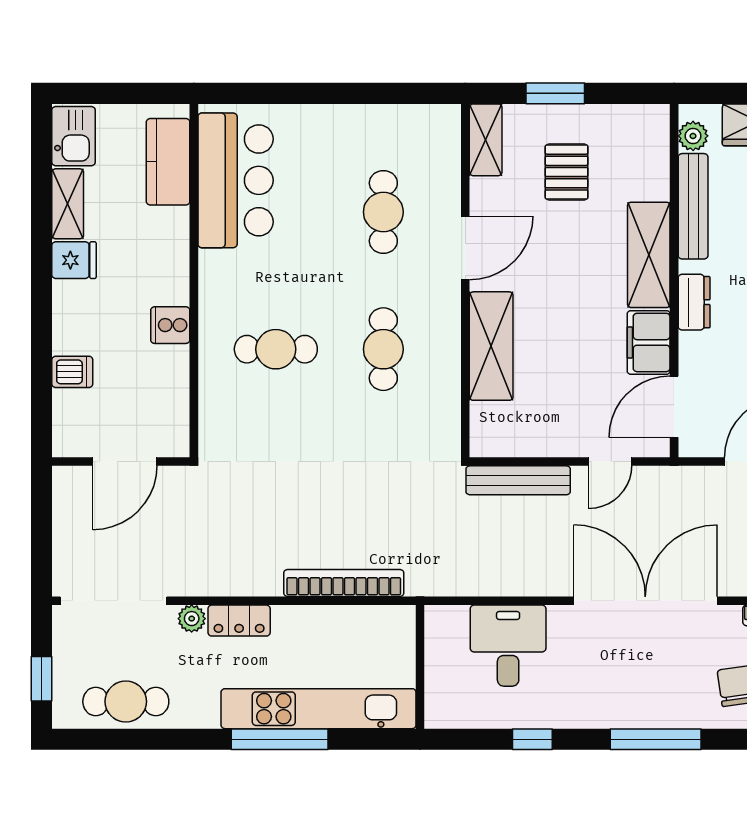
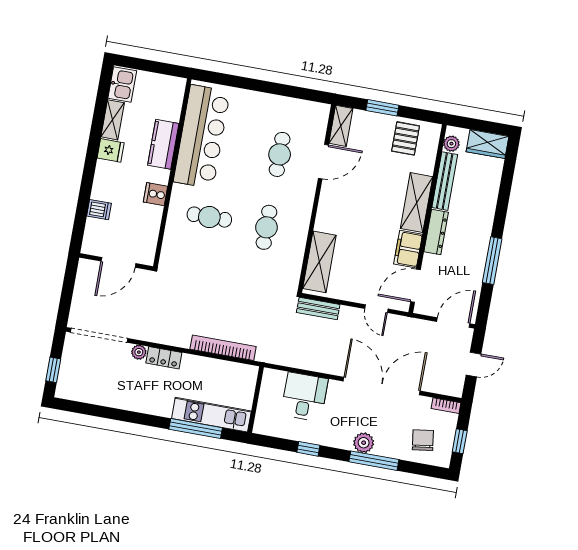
kitchen counter: (168, 162) -> (163, 144), moved
pallet: (567, 172) -> (406, 138), moved
bar counter: (236, 180) -> (202, 137), width x1.36
door: (465, 248) -> (323, 162), moved
dresser: (694, 302) -> (436, 232), width x1.44
shelving: (491, 346) -> (319, 262), moved
door: (610, 462) -> (376, 309), hinge flipped
bench: (518, 480) -> (318, 309), width x0.73
cafe table: (126, 702) -> (96, 390), removed
kitchen unit: (319, 709) -> (211, 415), width x0.73
plant: (631, 710) -> (364, 443), added
window: (280, 739) -> (196, 429), moved

